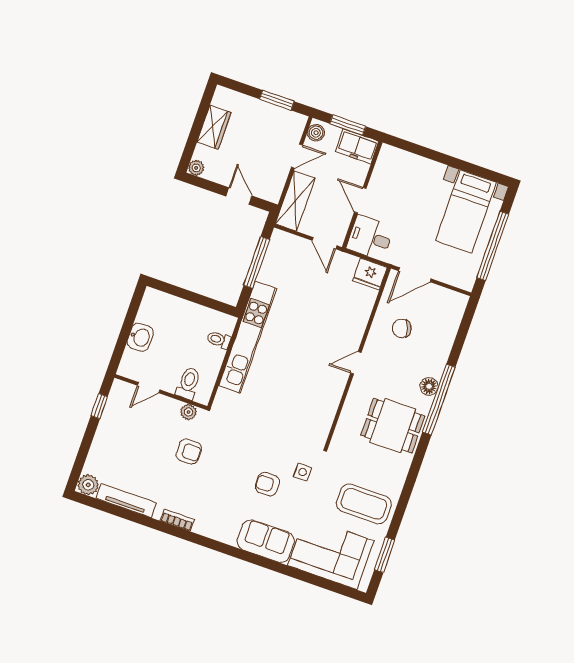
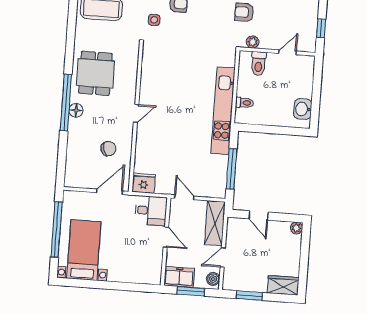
wardrobe: (214, 127) -> (283, 285), moved, turned 90
washbasin: (140, 337) -> (303, 109), moved
dining table: (393, 426) -> (95, 73), turned 90

